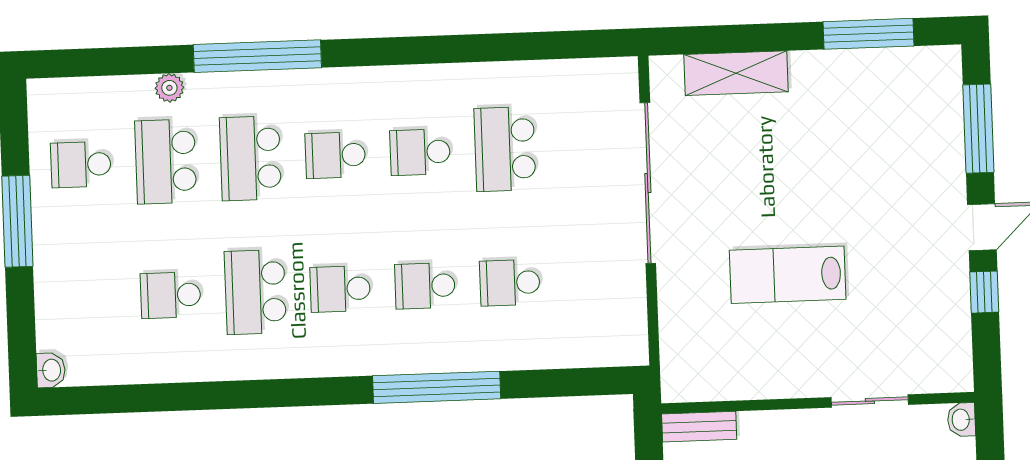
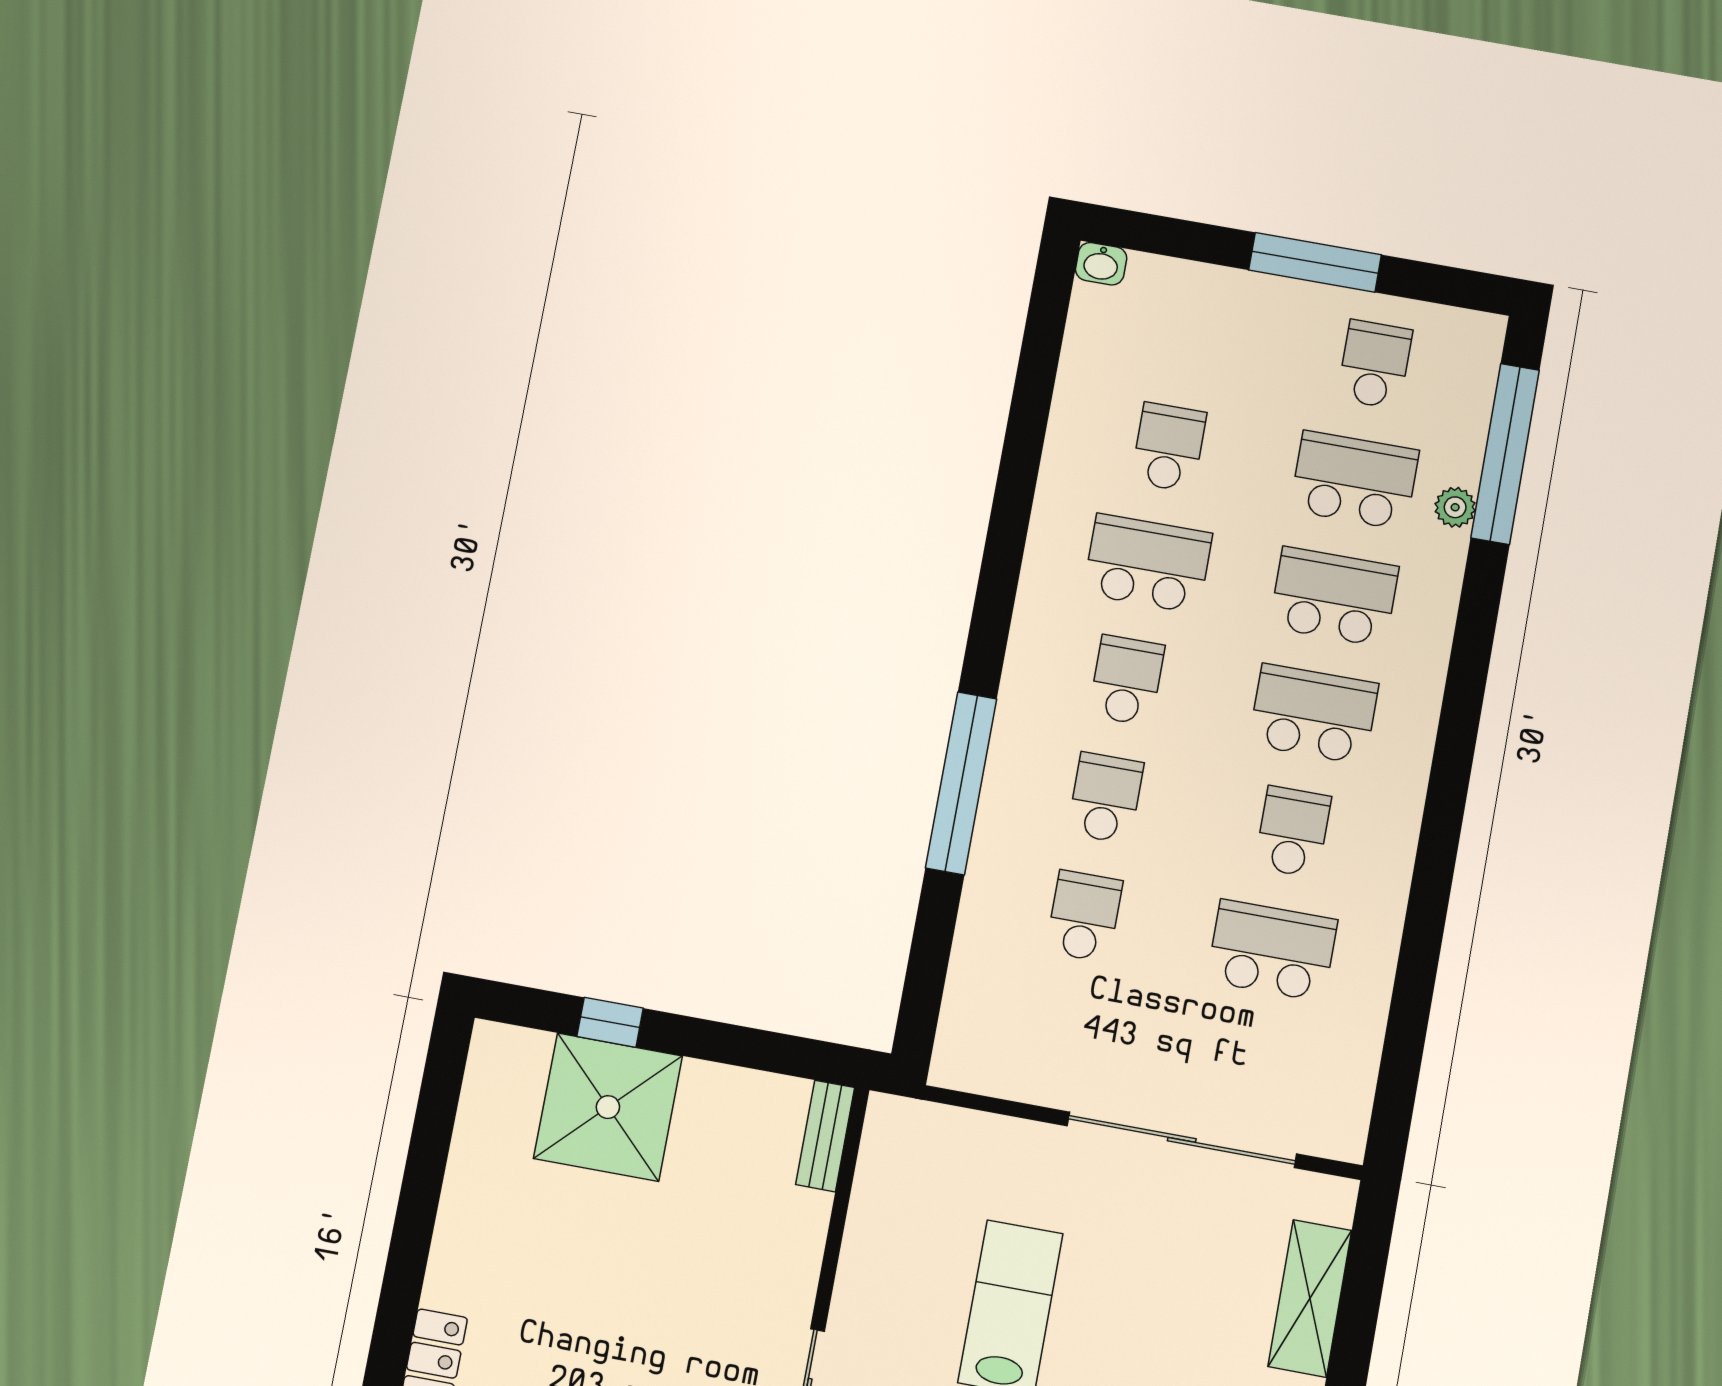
window: (257, 56) -> (1505, 454), moved
school desk: (335, 155) -> (1314, 714), width x1.85

